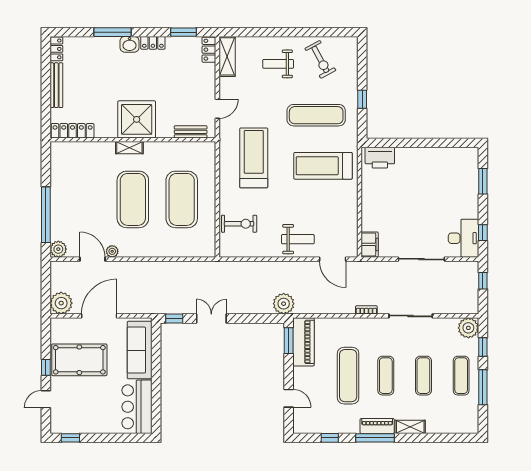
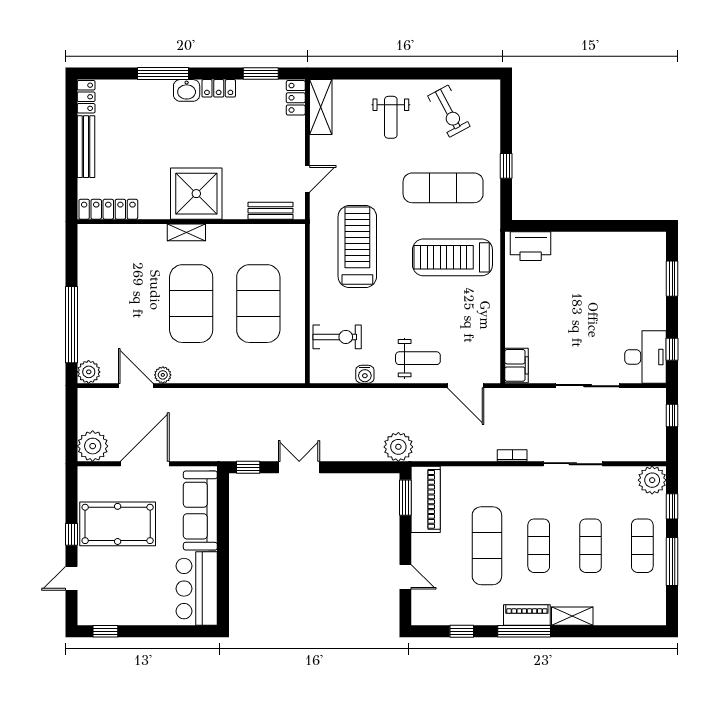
weight bench: (278, 64) -> (391, 117), turned -90
water cooler: (259, 251) -> (365, 374), added

